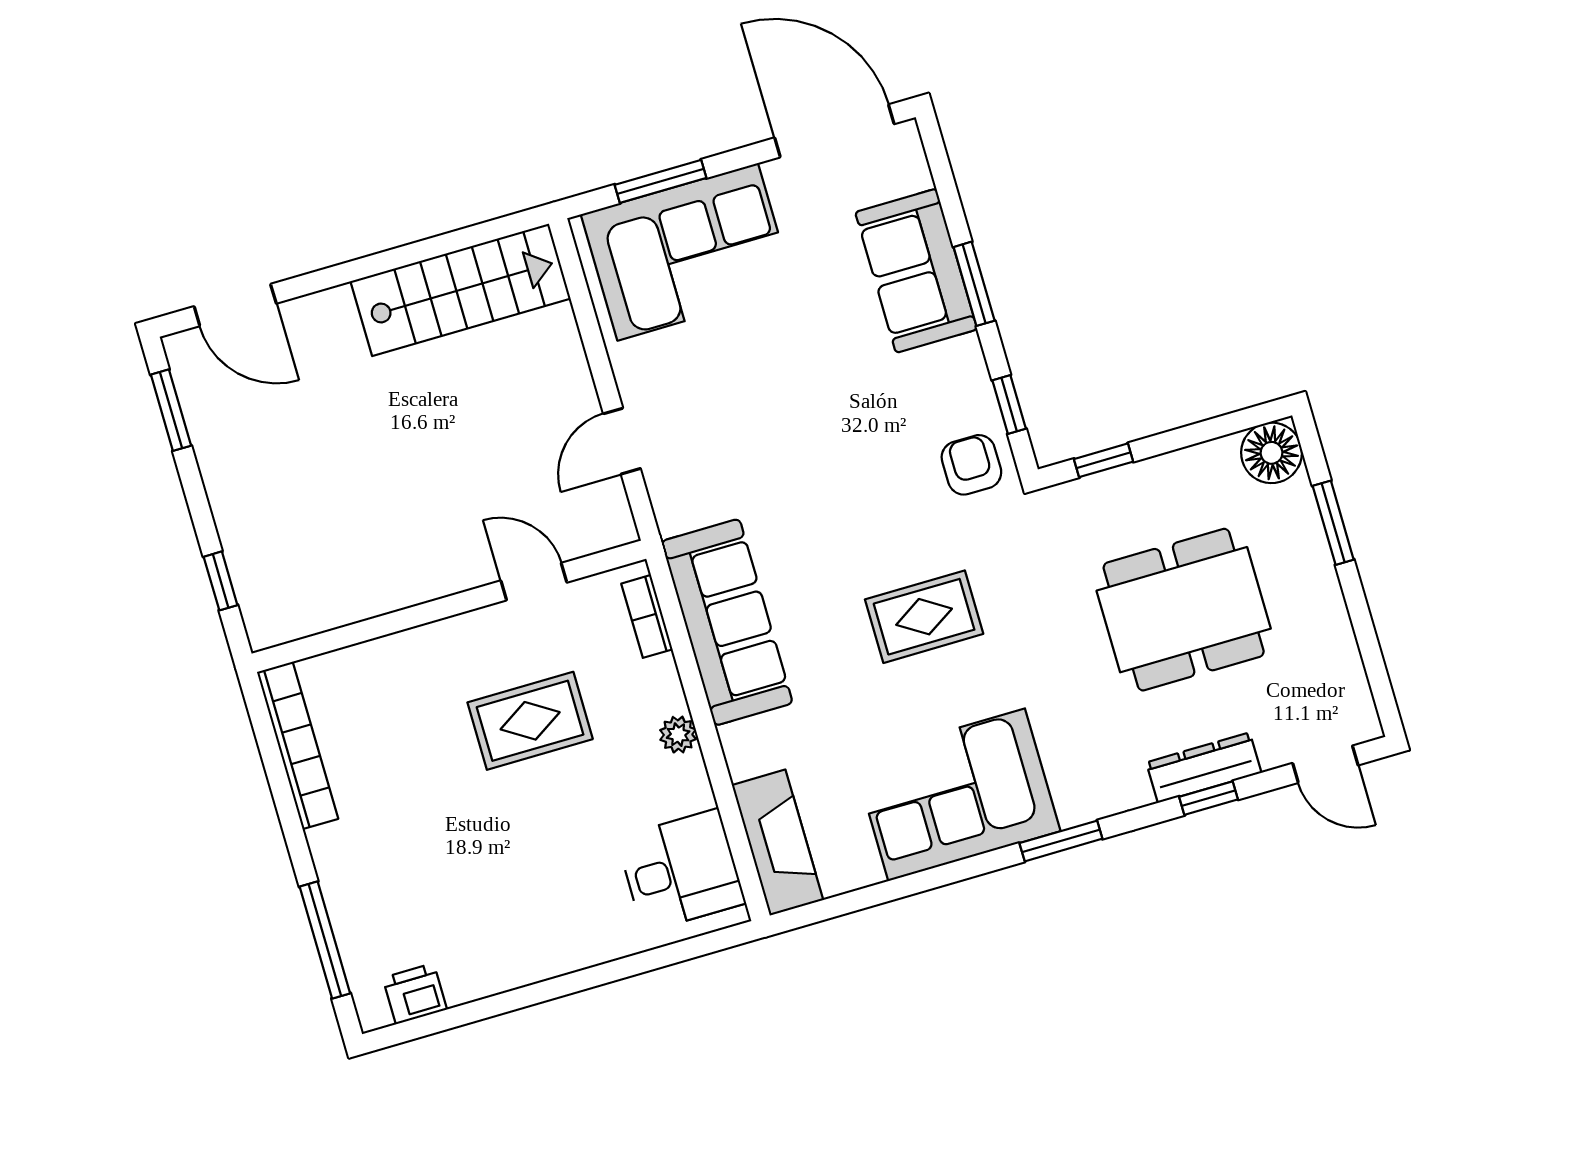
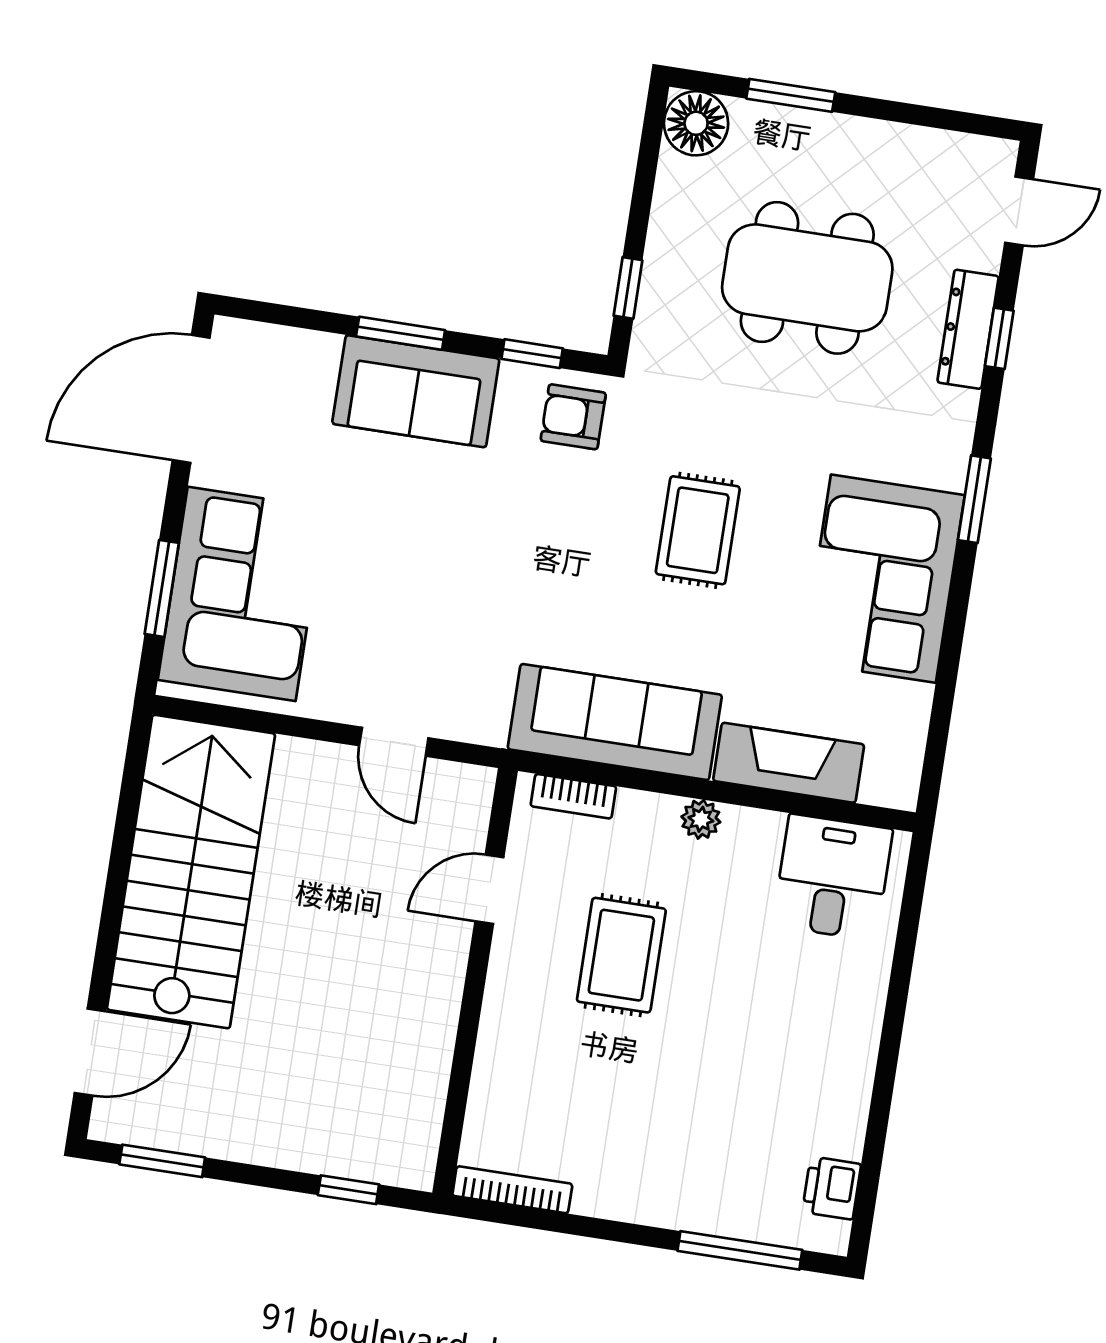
sofa: (916, 271) -> (416, 391), moved
stairs: (461, 290) -> (191, 872), width x1.36, depth x1.51
dining table: (1184, 610) -> (807, 278), turned 90
bookcase: (298, 745) -> (512, 1190), width x0.68, depth x0.76
fireplace: (778, 843) -> (789, 763), moved

